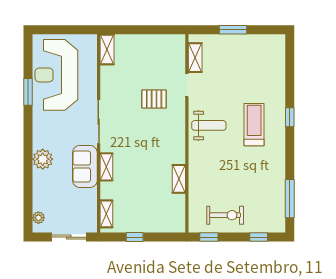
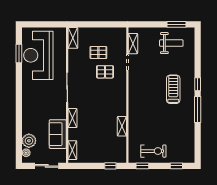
window: (233, 30) -> (176, 24), moved
pallet: (144, 71) -> (98, 53), added
window: (28, 92) -> (19, 54), moved
weight bench: (209, 125) -> (171, 43), moved
plant: (43, 159) -> (29, 141), moved
sofa: (85, 166) -> (58, 134), moved
window: (290, 199) -> (198, 109), moved
window: (135, 237) -> (110, 166), moved

